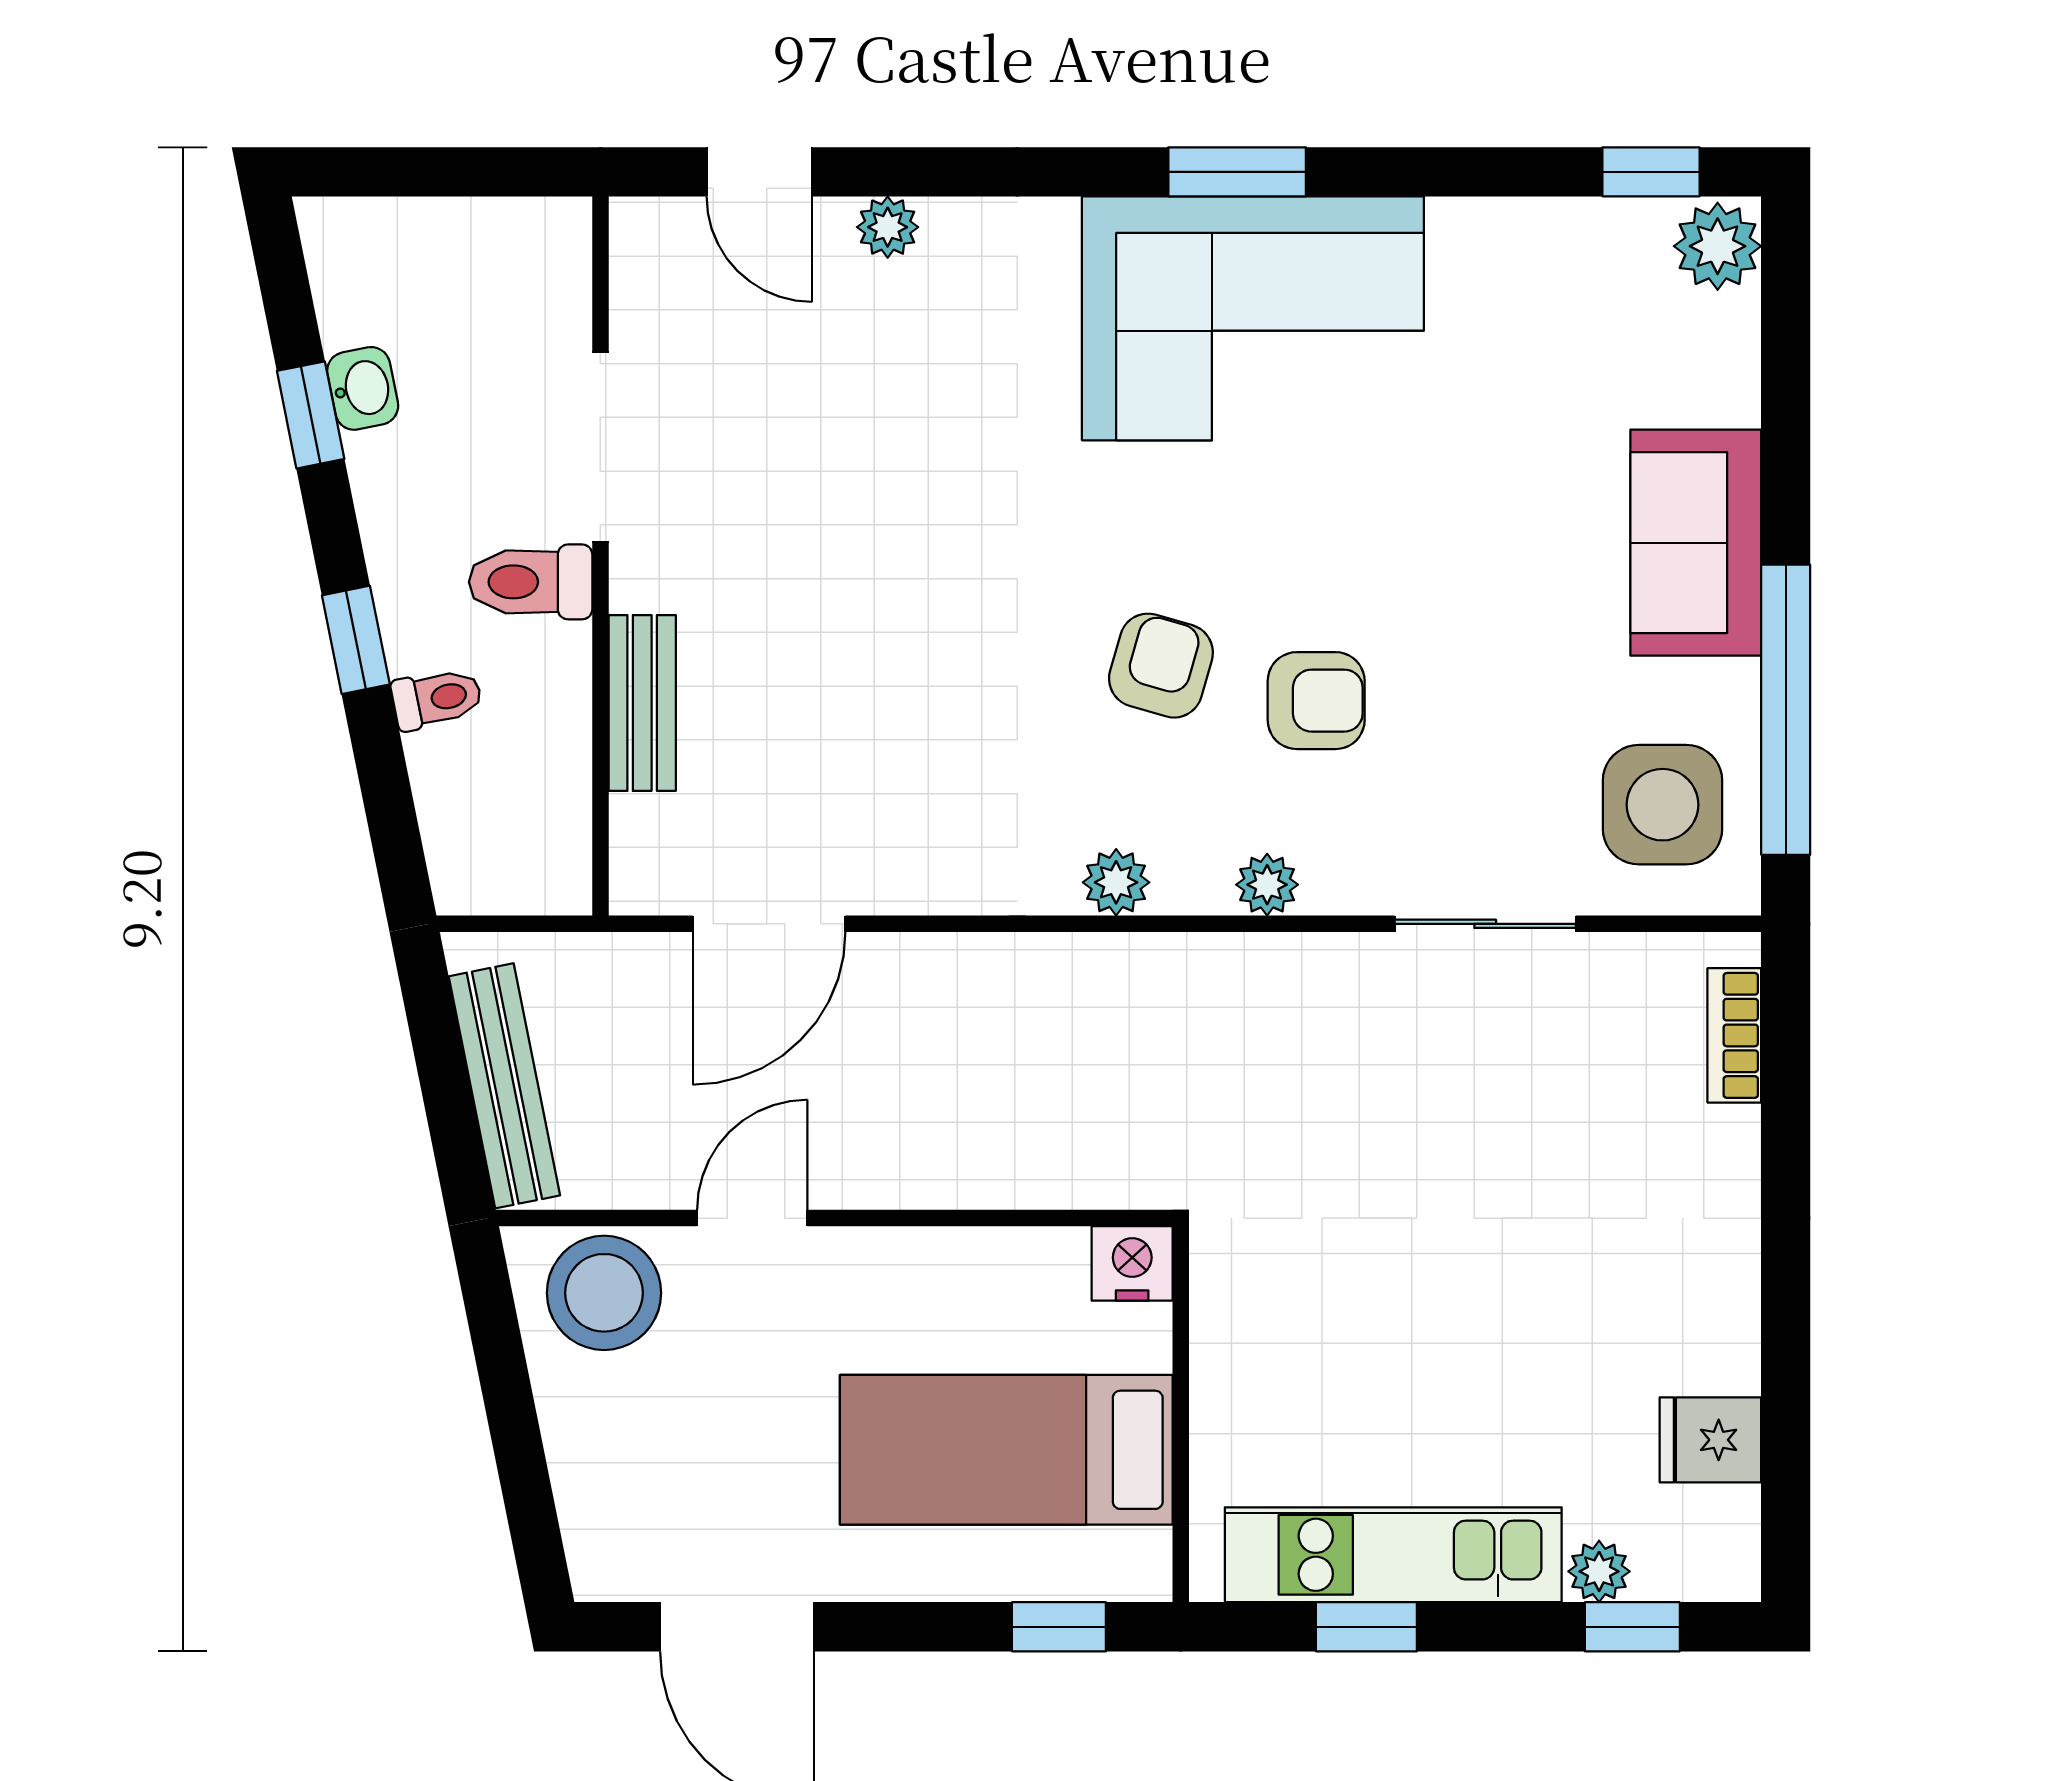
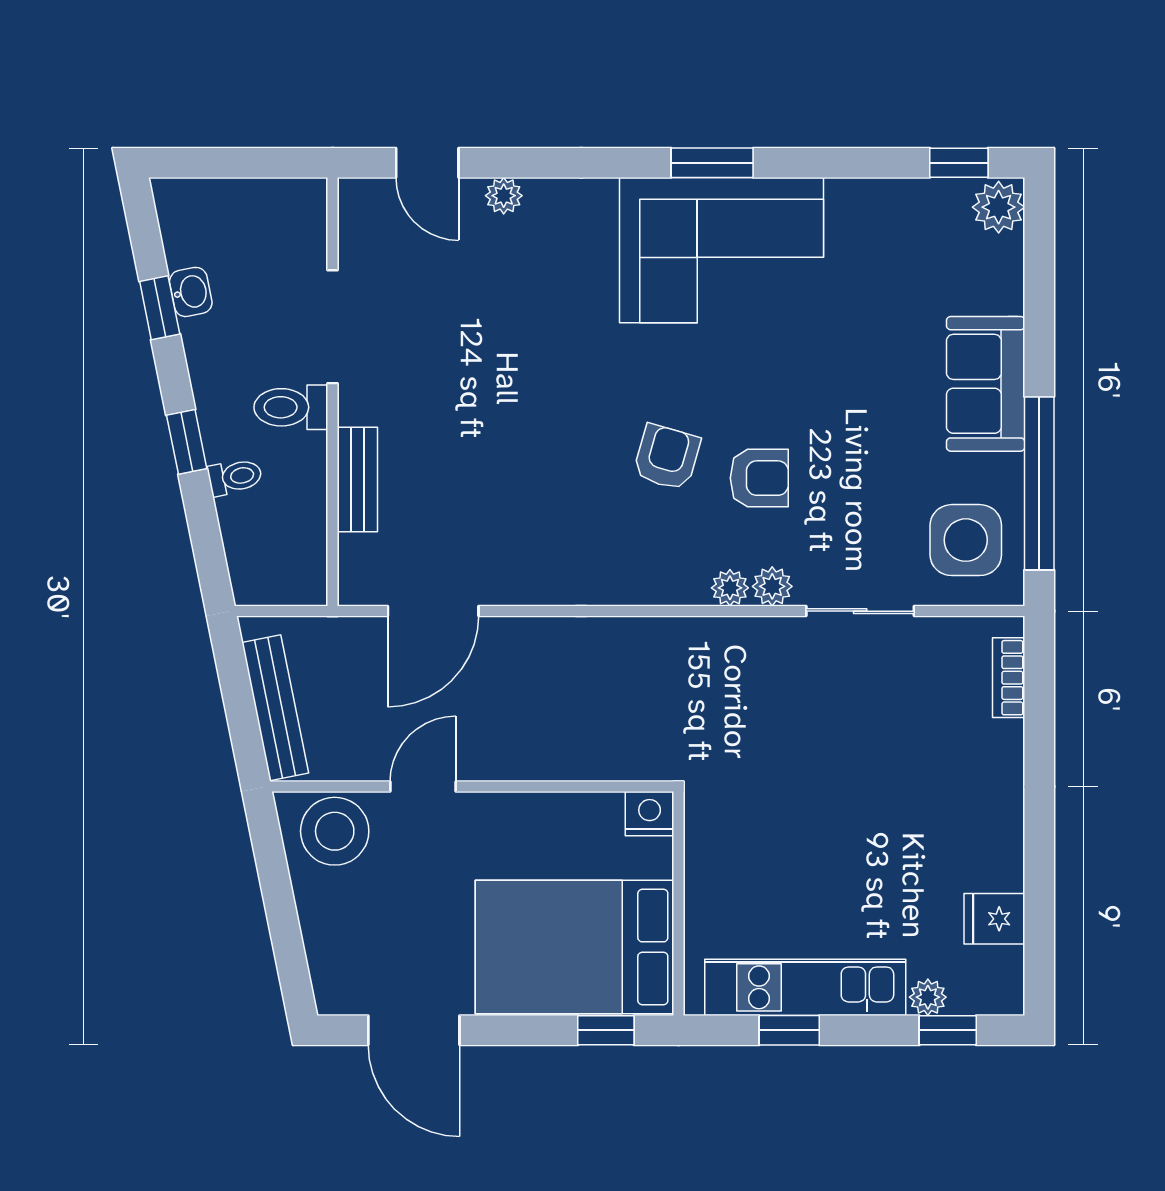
plant: (1116, 882) -> (772, 586), moved
bed: (1006, 1450) -> (575, 947), width x1.50

